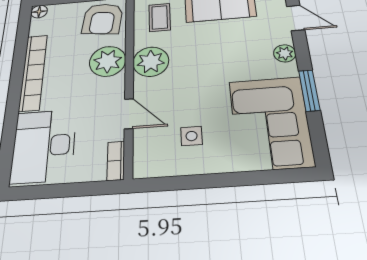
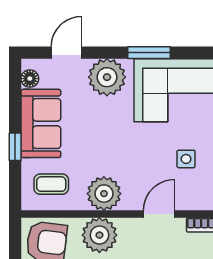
plant: (285, 53) -> (107, 77), width x1.87, depth x1.87

